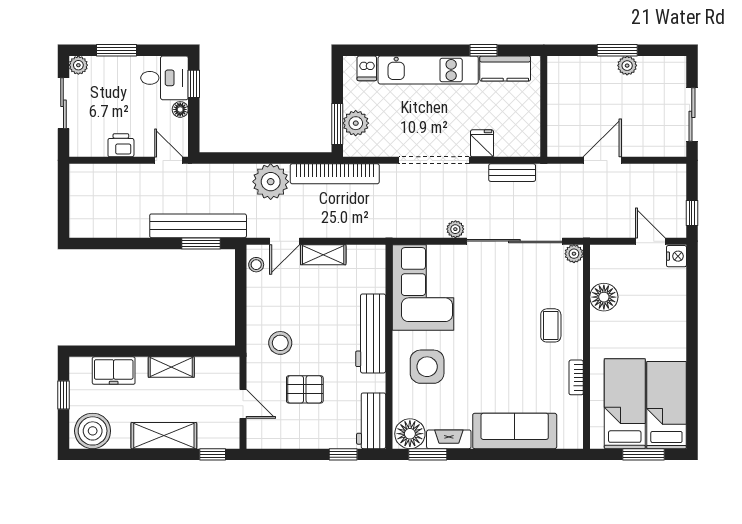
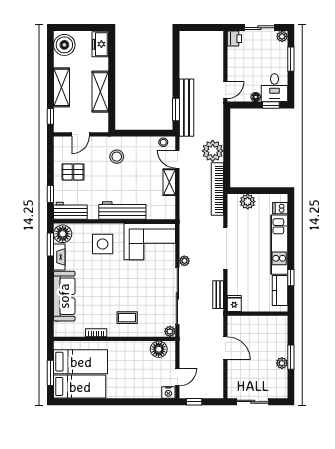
window: (337, 124) -> (247, 191), removed
fridge: (482, 143) -> (234, 303), moved, turned -90
printer: (121, 145) -> (234, 39), moved
floor lamp: (604, 297) -> (159, 349), moved
shelving: (171, 367) -> (100, 92), width x1.50, depth x1.33
freezer: (114, 371) -> (100, 44), moved
pallet: (305, 389) -> (73, 172), moved, turned 90
window: (63, 395) -> (86, 28), removed

